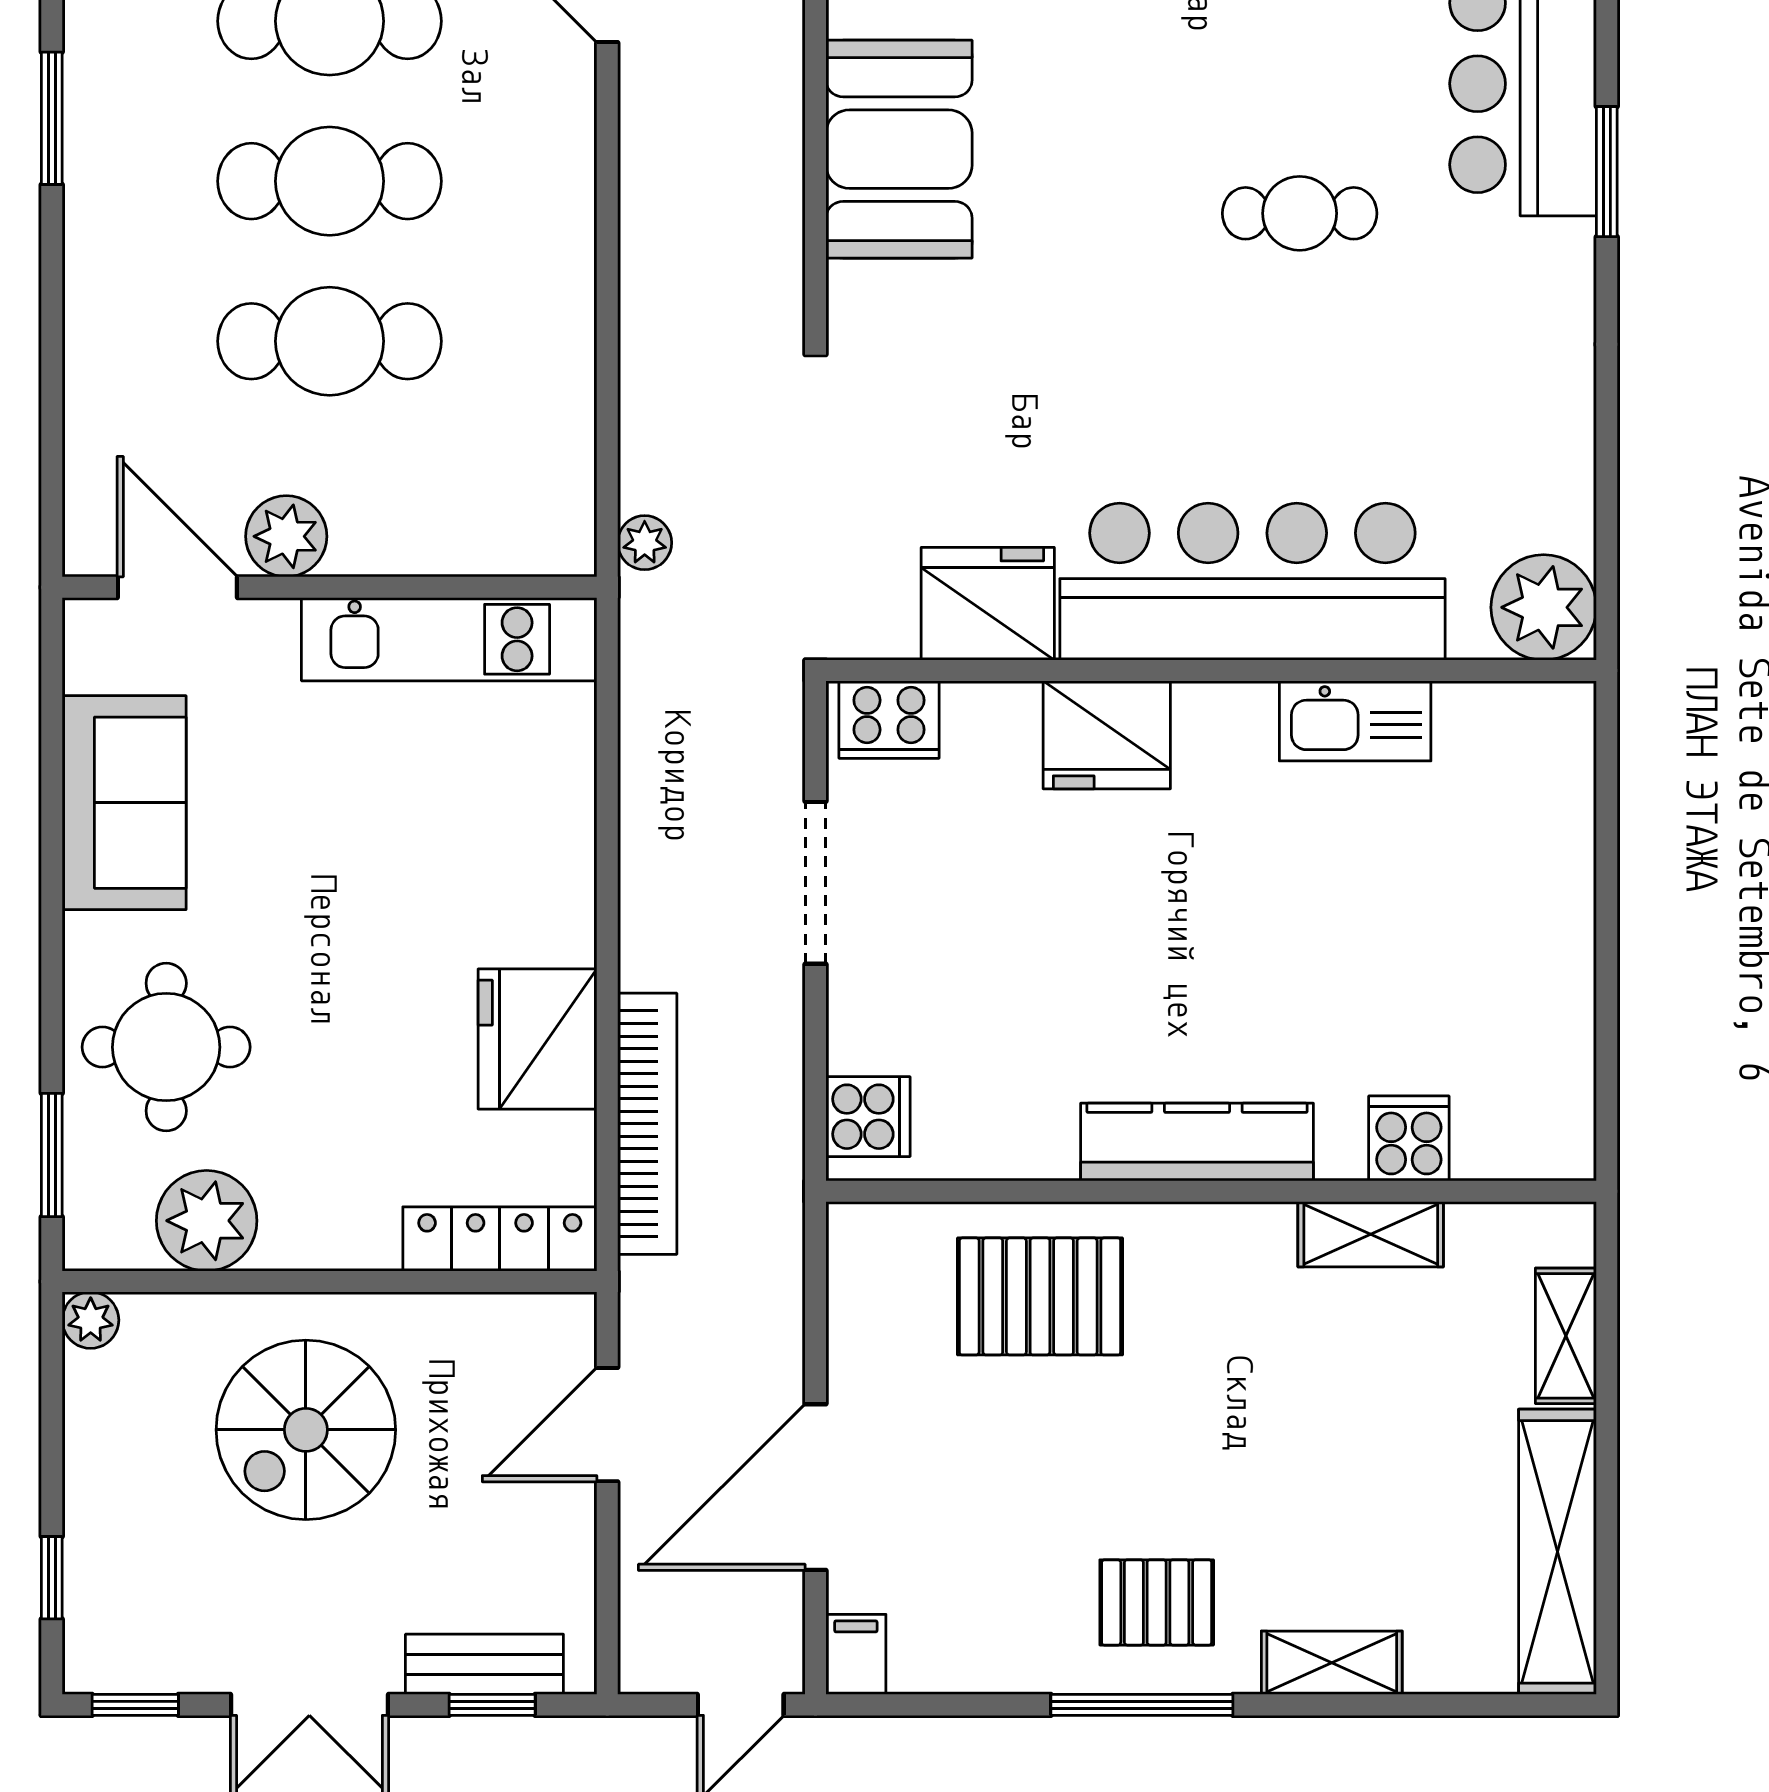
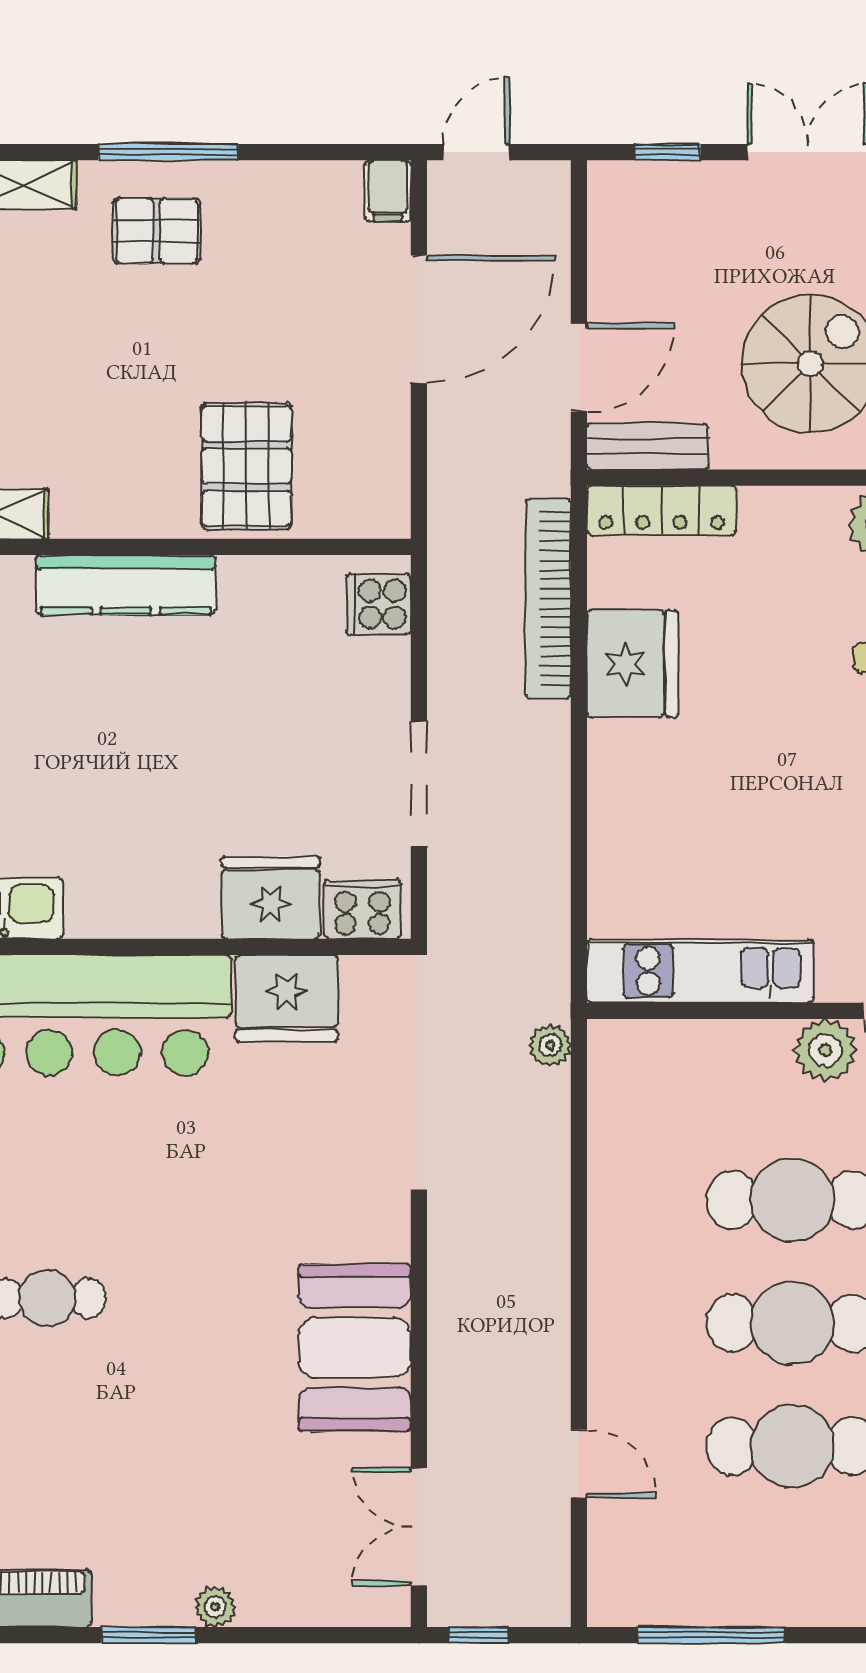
fridge: (1107, 735) -> (271, 898), moved
pallet: (1040, 1296) -> (246, 466), turned 90
bench: (484, 1664) -> (648, 446), moved

